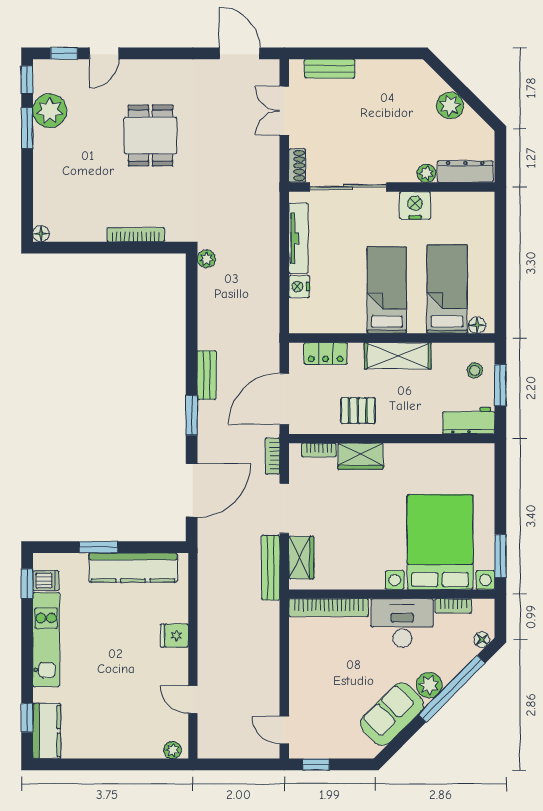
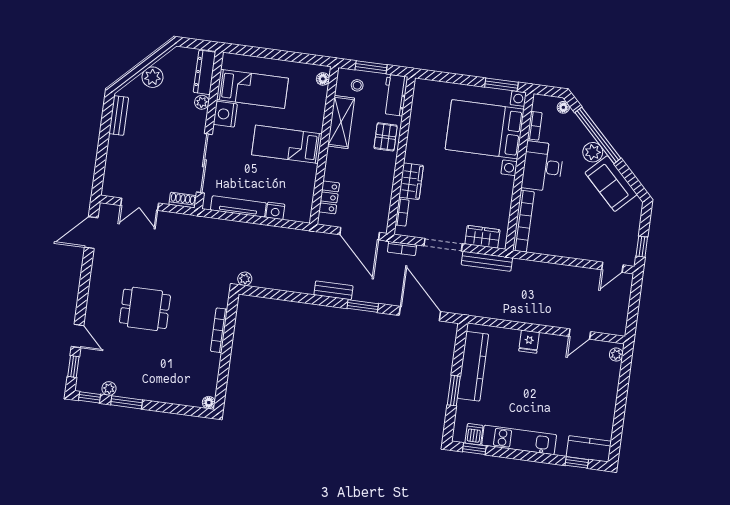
bench: (330, 69) -> (119, 115), moved
plant: (50, 111) -> (109, 389), width x0.53, depth x0.53
bed: (447, 289) -> (252, 89), moved, turned 180
shelving: (398, 356) -> (341, 122), moved
pallet: (358, 411) -> (386, 137), moved

